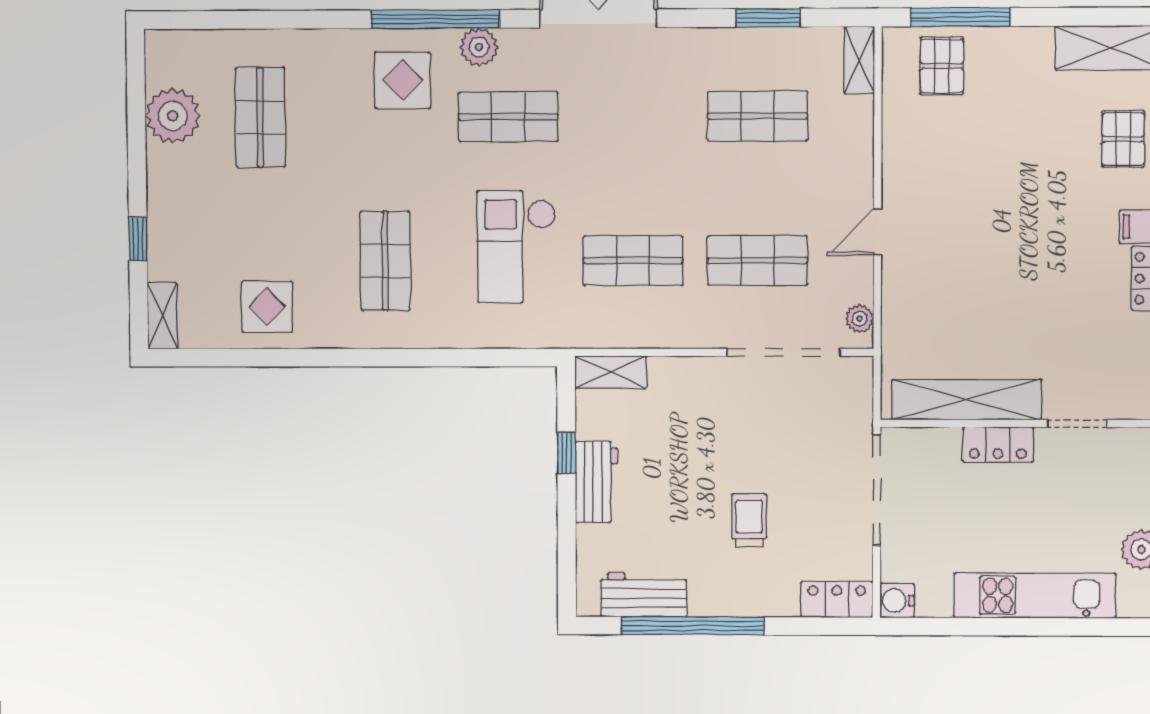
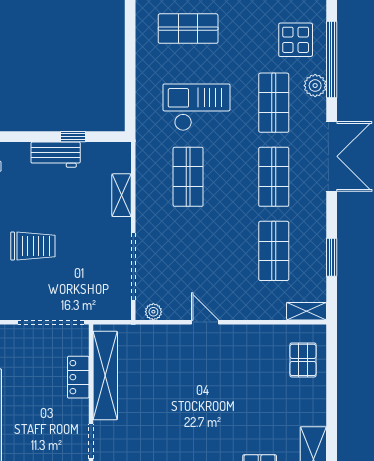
window: (960, 17) -> (332, 371), removed
pallet: (942, 66) -> (303, 360), turned 90
shop shelf: (757, 261) -> (274, 177), moved
shelving: (611, 372) -> (122, 195), moved
locker: (998, 445) -> (78, 377), moved
trolley: (749, 520) -> (33, 246), width x1.36, depth x1.39

